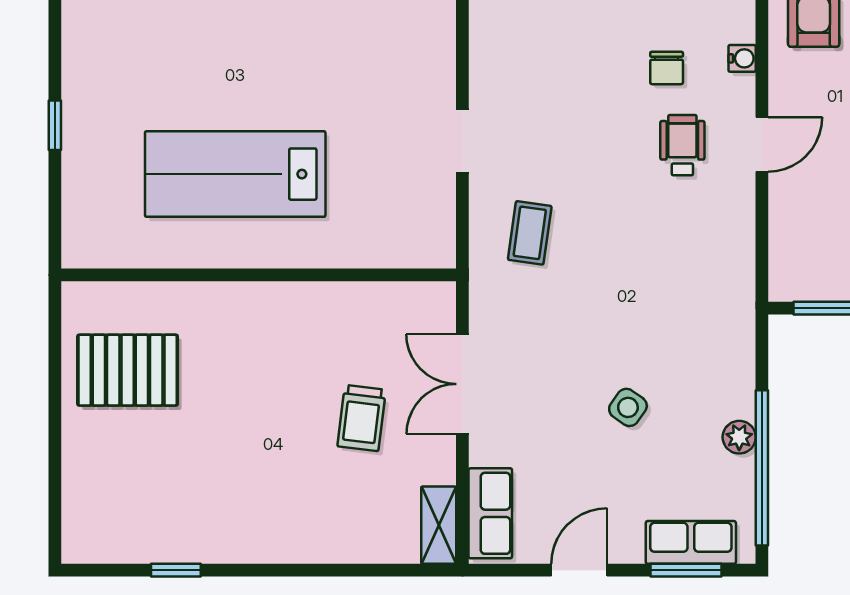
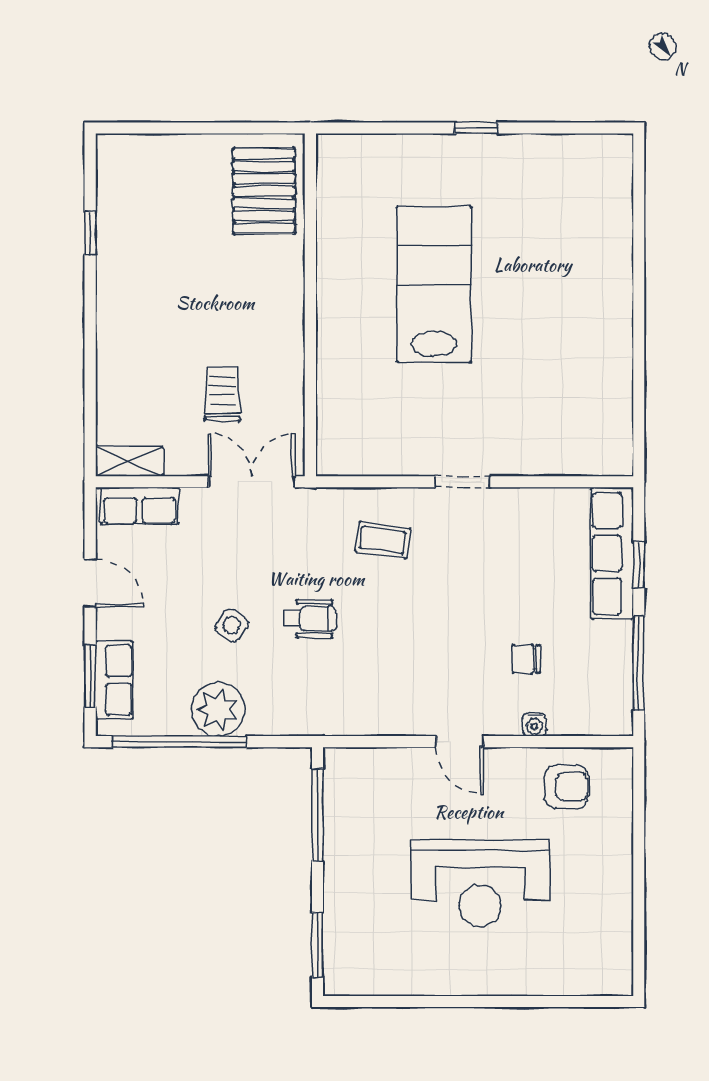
wheelchair: (682, 145) -> (310, 619), moved
wall: (259, 275) -> (310, 305), moved
trolley: (362, 418) -> (222, 394), turned 83
plant: (739, 437) -> (218, 709), width x1.87, depth x1.87

